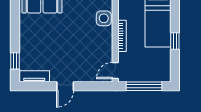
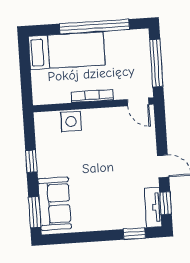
window: (175, 41) -> (94, 27), width x3.17
window: (37, 86) -> (166, 203), added

